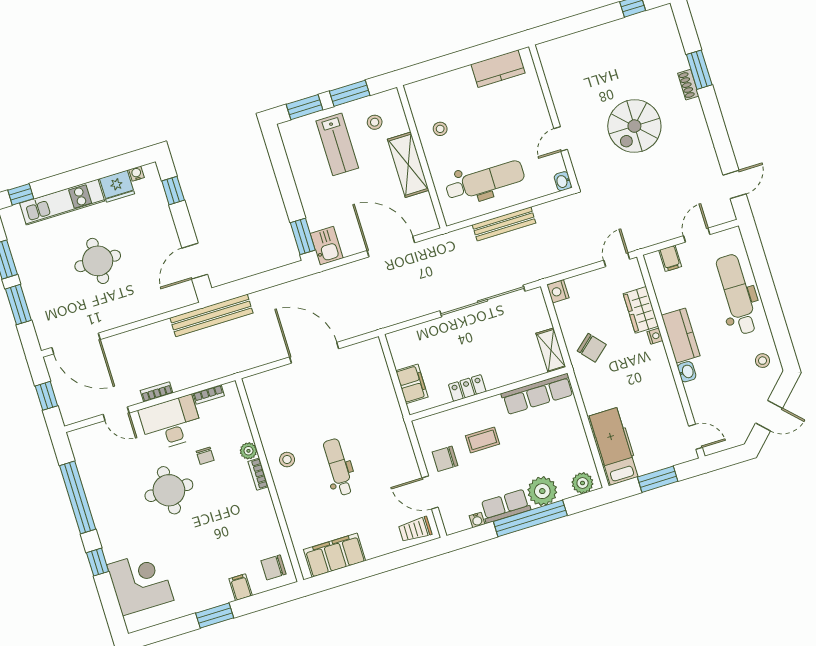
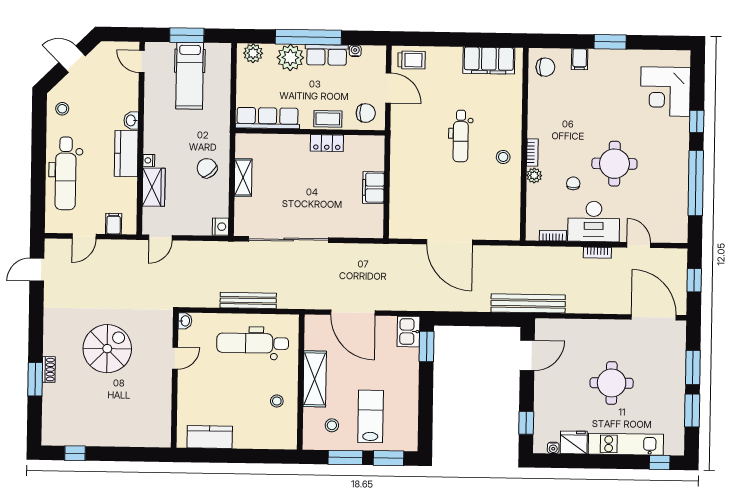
locker: (467, 388) -> (327, 143), moved
wall: (488, 394) -> (310, 132), moved
row of seats: (537, 394) -> (268, 118), moved
hospital bed: (614, 446) -> (190, 76), moved

